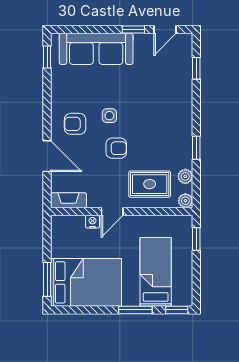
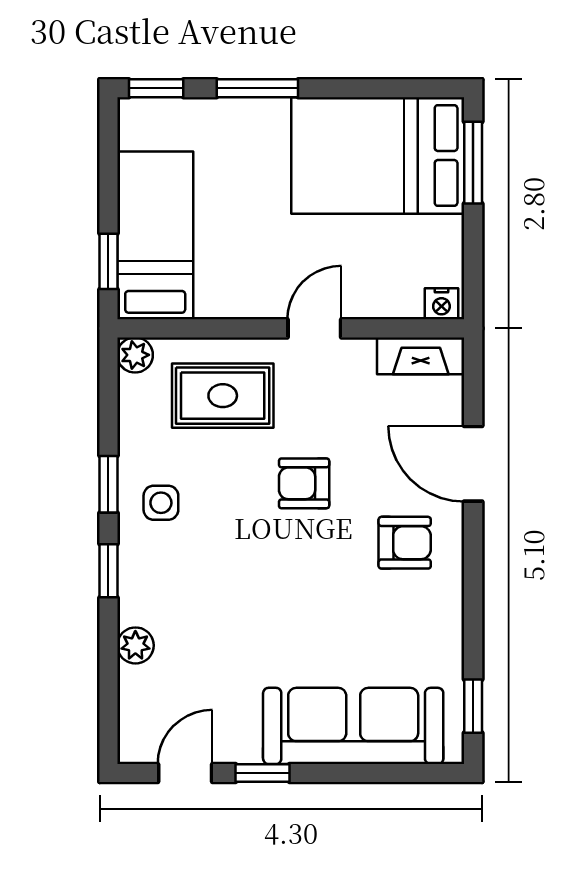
window: (196, 68) -> (108, 571), moved
side table: (109, 116) -> (161, 503), moved
plant: (185, 176) -> (135, 645), moved
nightstand: (92, 222) -> (441, 304), moved
bed: (156, 272) -> (155, 235), moved, turned 180

